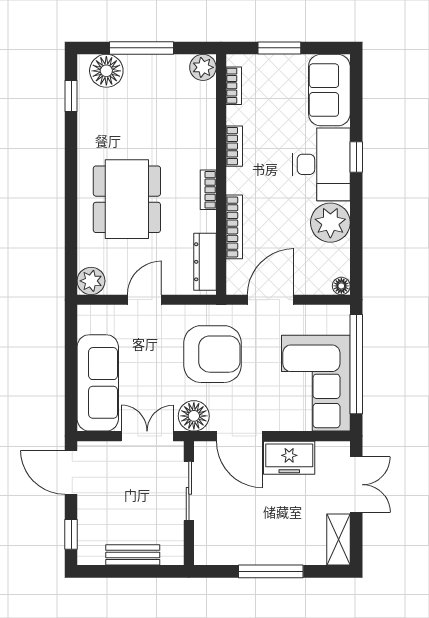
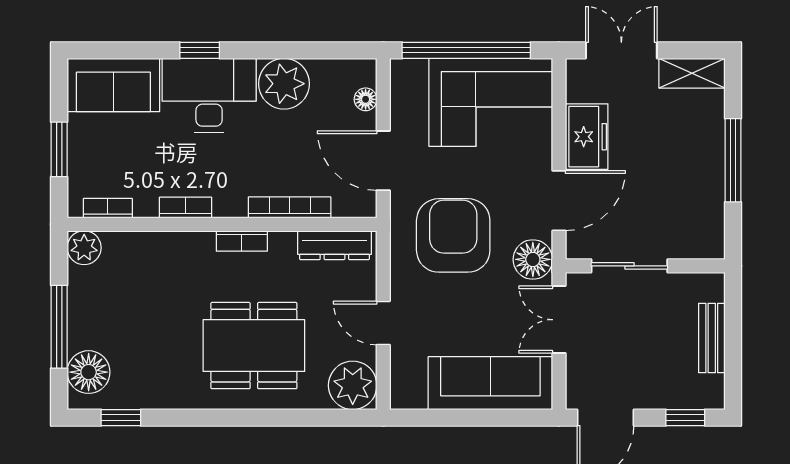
plant: (91, 281) -> (353, 385), width x1.36, depth x1.36
floor lamp: (341, 286) -> (366, 99), moved

